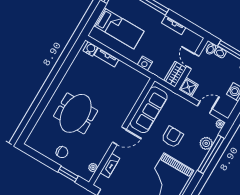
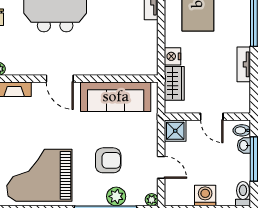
door: (193, 61) -> (212, 117), swing flipped
wardrobe: (175, 74) -> (174, 83), moved, turned 90
armchair: (172, 137) -> (108, 160), moved

